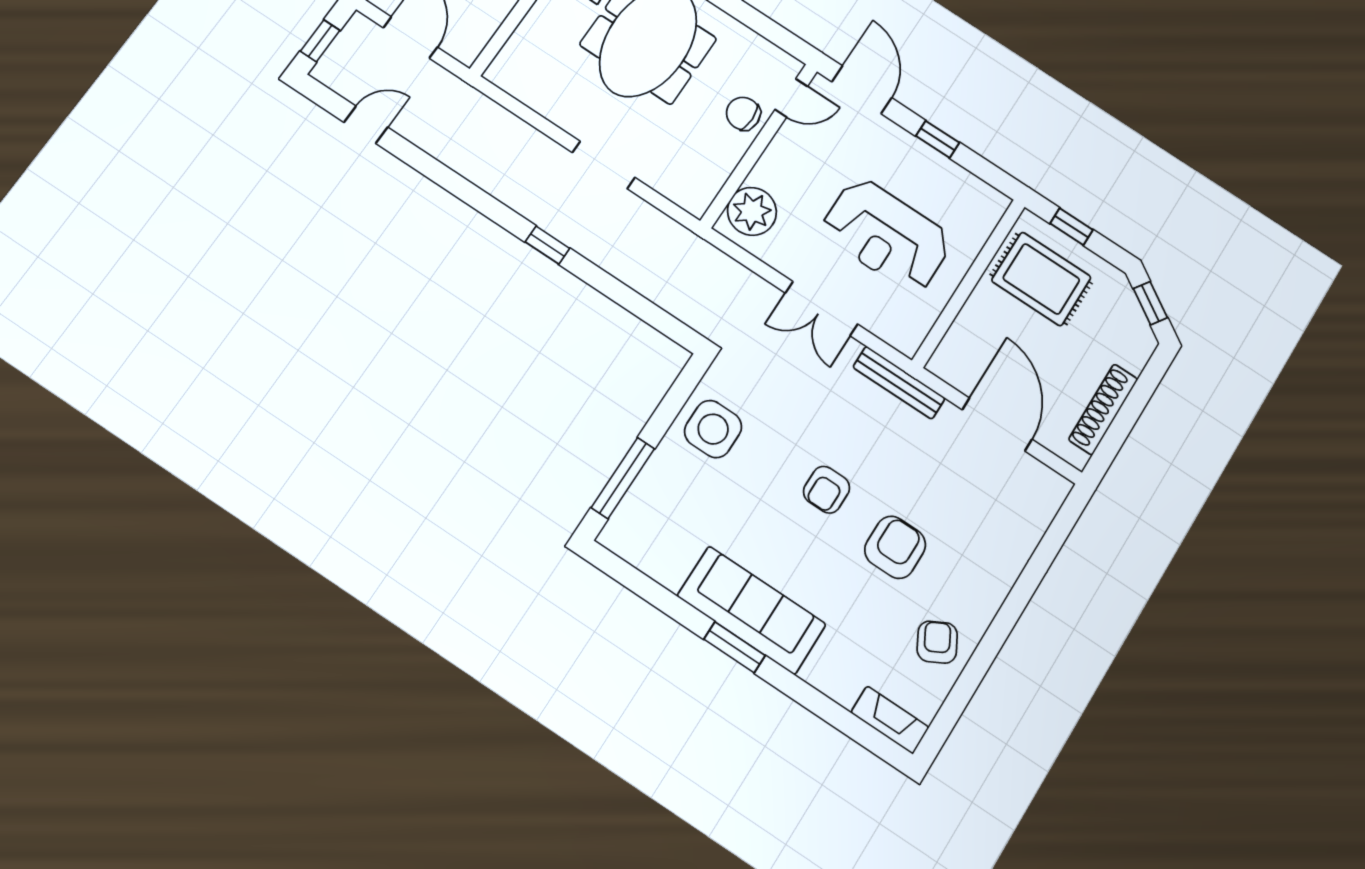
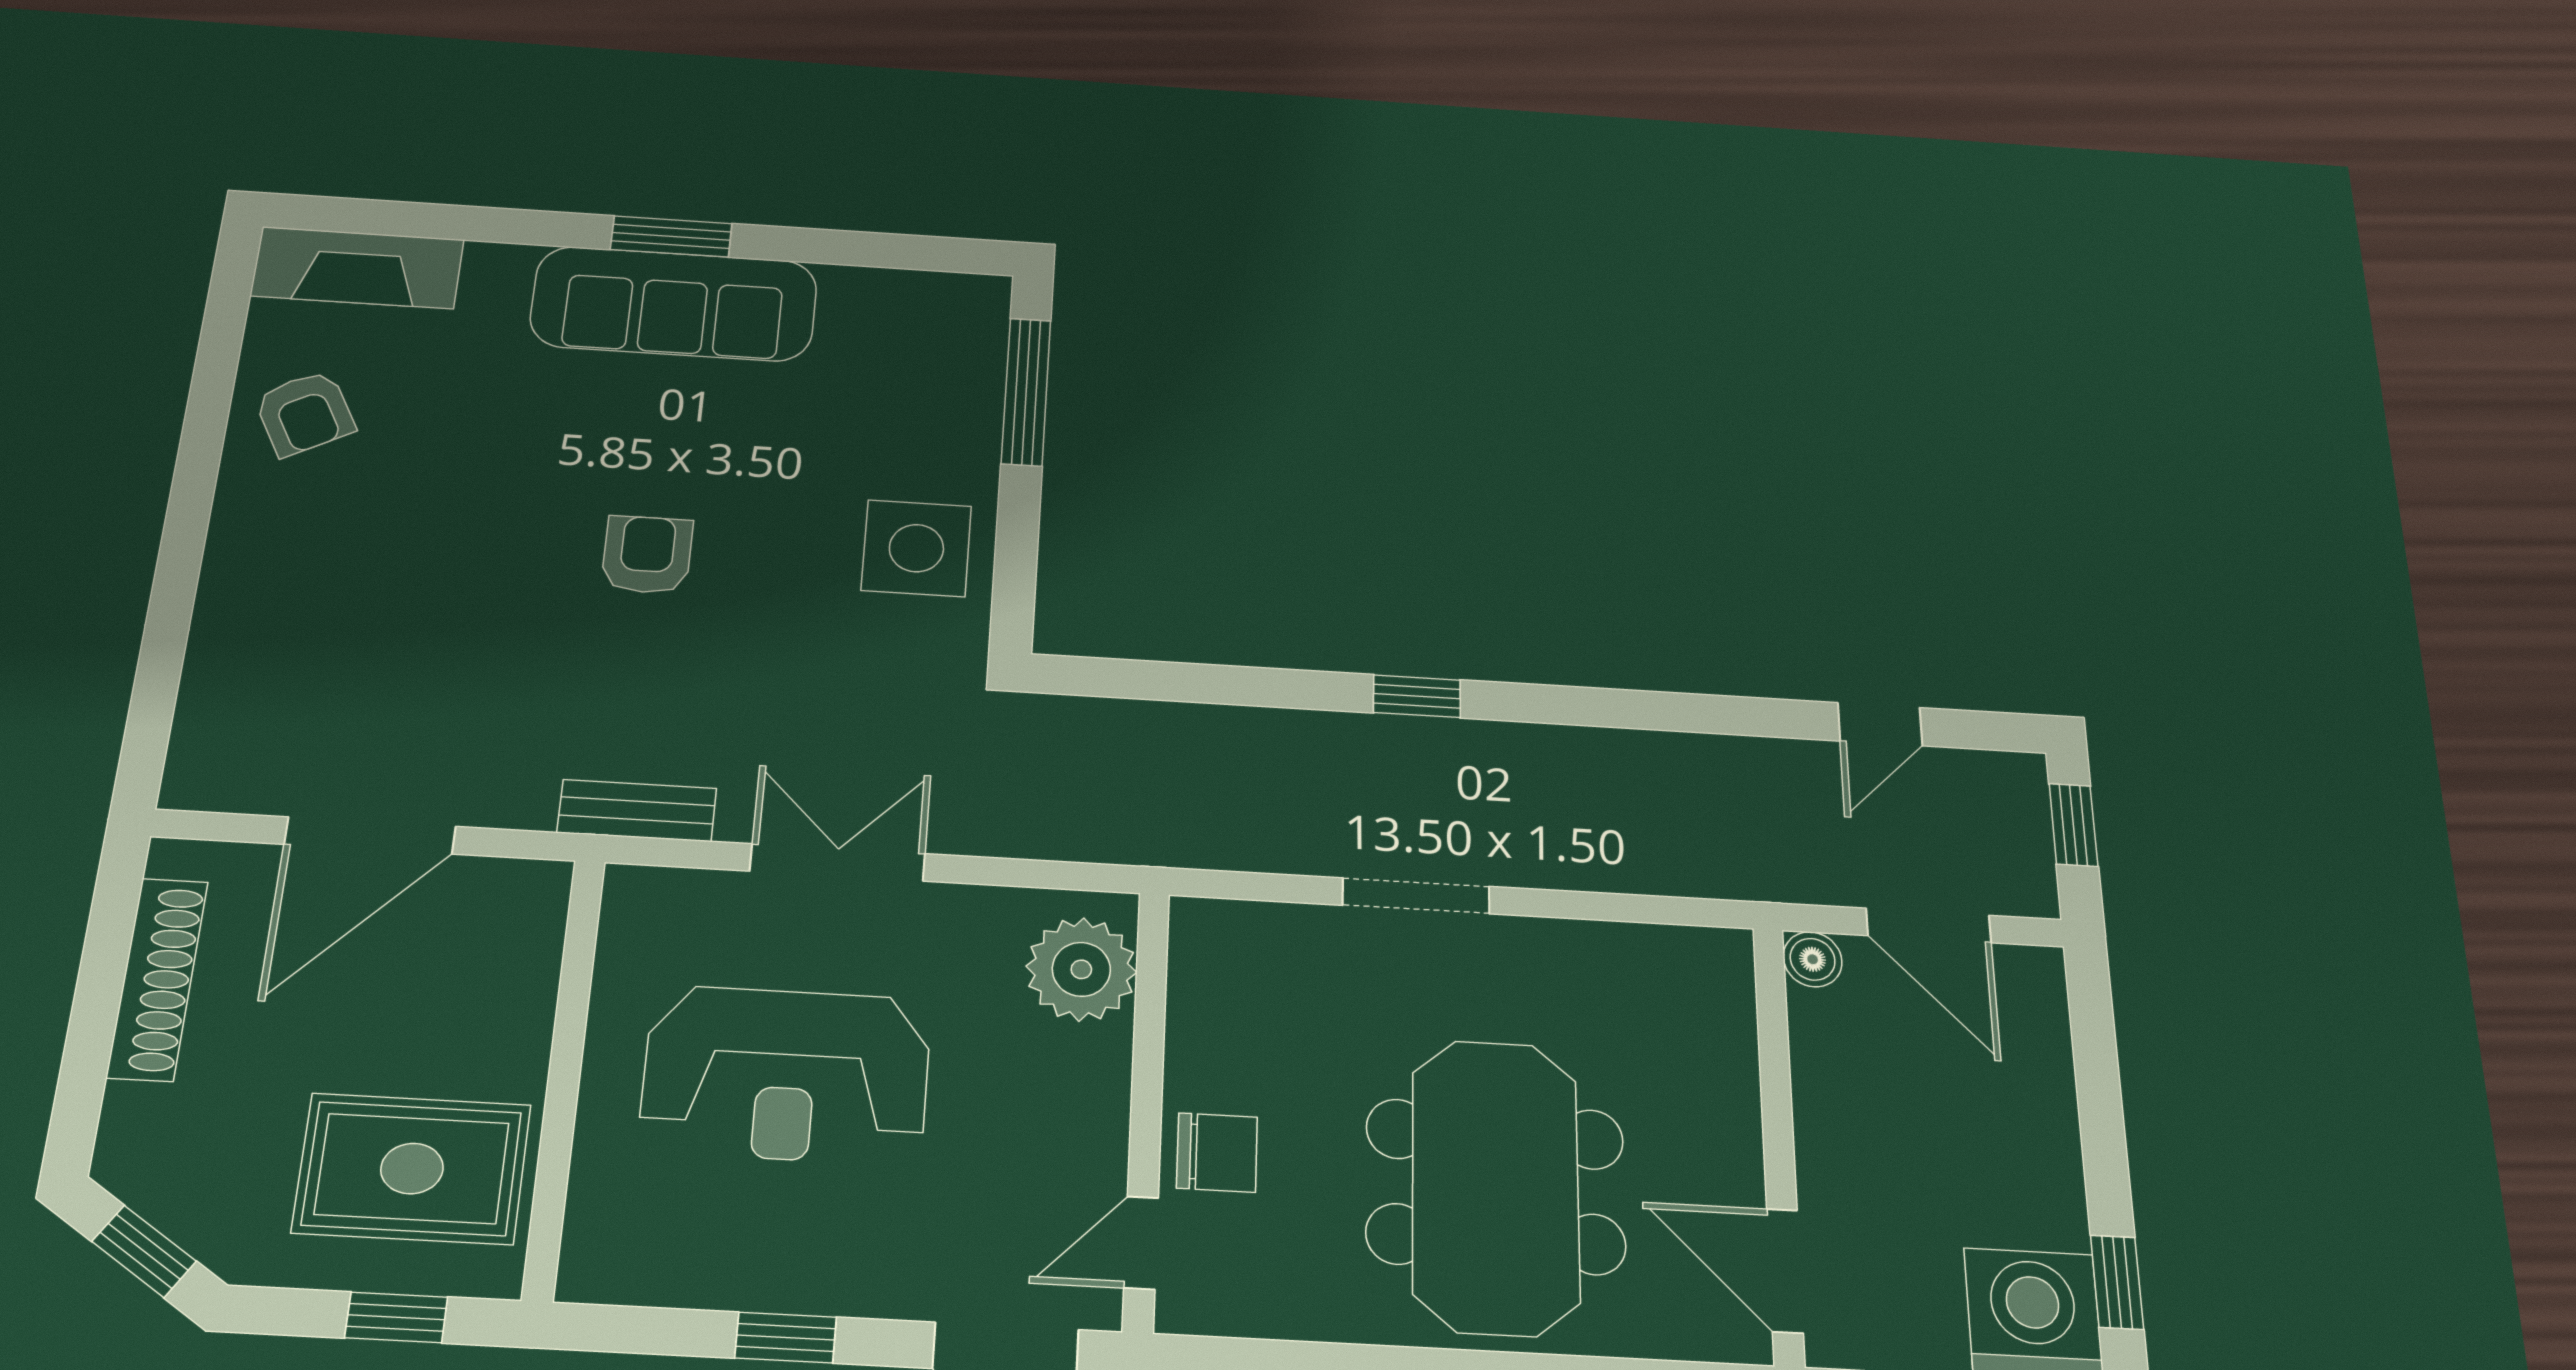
boiler: (466, 52) -> (1813, 959), added
reception desk: (886, 235) -> (786, 1075), turned 180
bench: (899, 383) -> (637, 811), width x0.73
door: (997, 425) -> (370, 835), hinge flipped
armchair: (895, 547) -> (465, 525), removed
fireplace: (890, 720) -> (358, 268), width x1.37, depth x1.32

